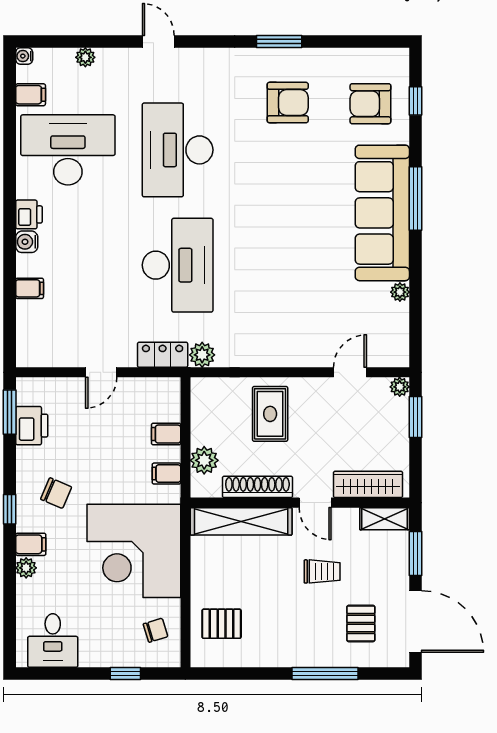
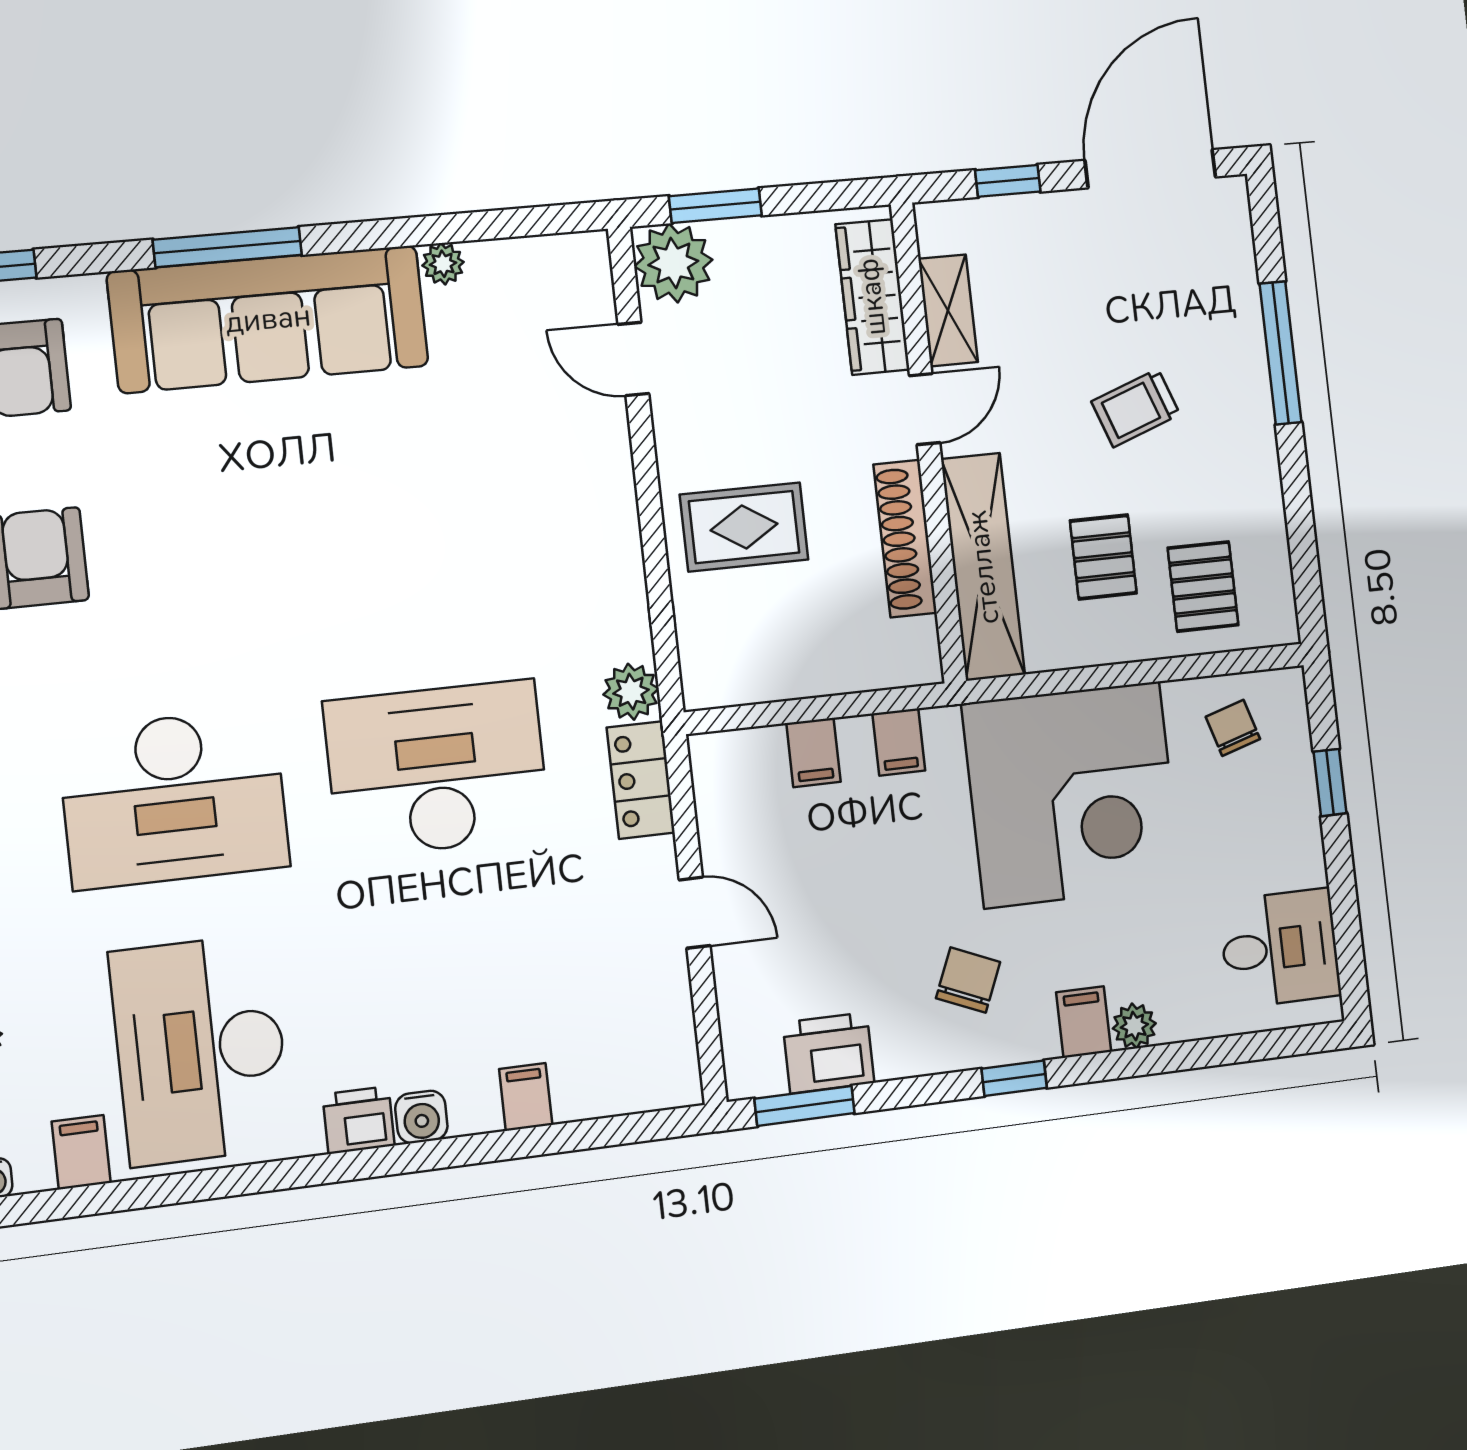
plant: (400, 387) -> (673, 263), width x1.88, depth x1.88
plant: (204, 460) -> (861, 662), removed
shelving: (385, 519) -> (948, 310), moved
window: (415, 553) -> (1008, 181), width x0.67
trolley: (322, 571) -> (1136, 408), moved, turned -110
pallet: (361, 623) -> (1103, 557), moved, turned 90

